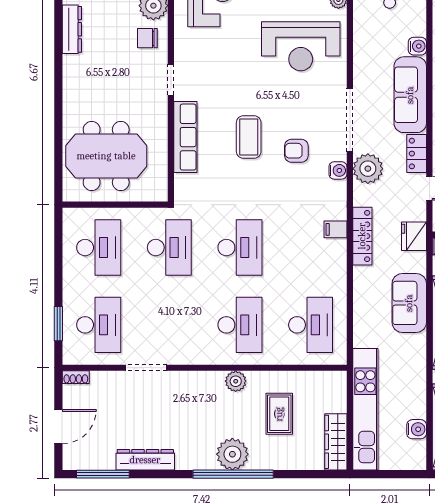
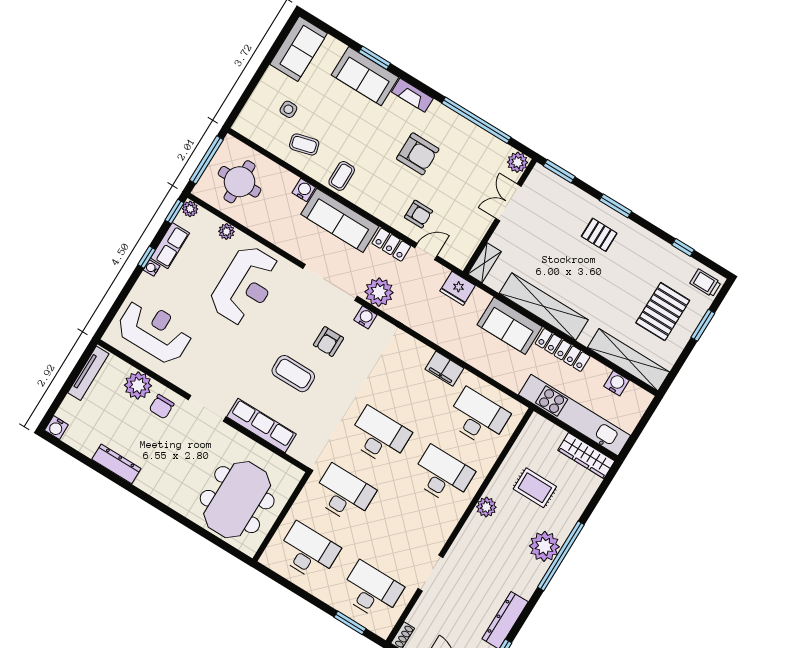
doorway: (171, 80) -> (207, 408), width x1.38
filing cabinet: (336, 229) -> (444, 369), moved, width x2.00
locker: (362, 236) -> (563, 350), moved, turned 180

